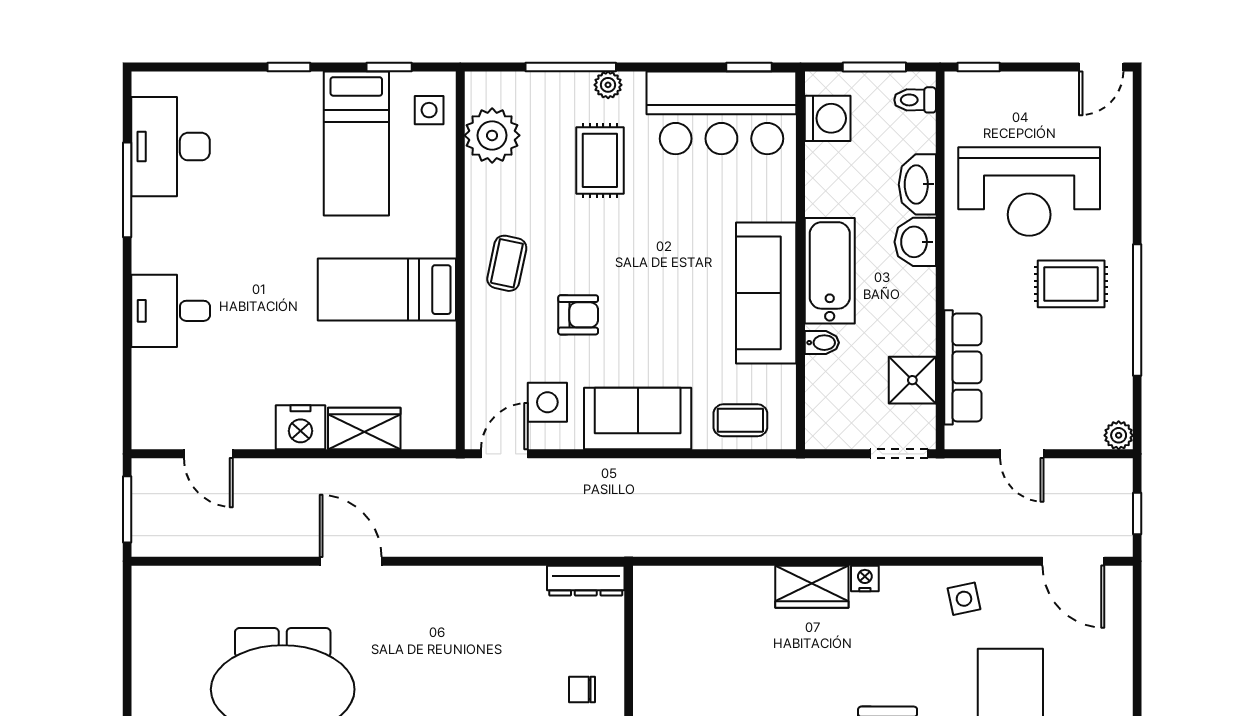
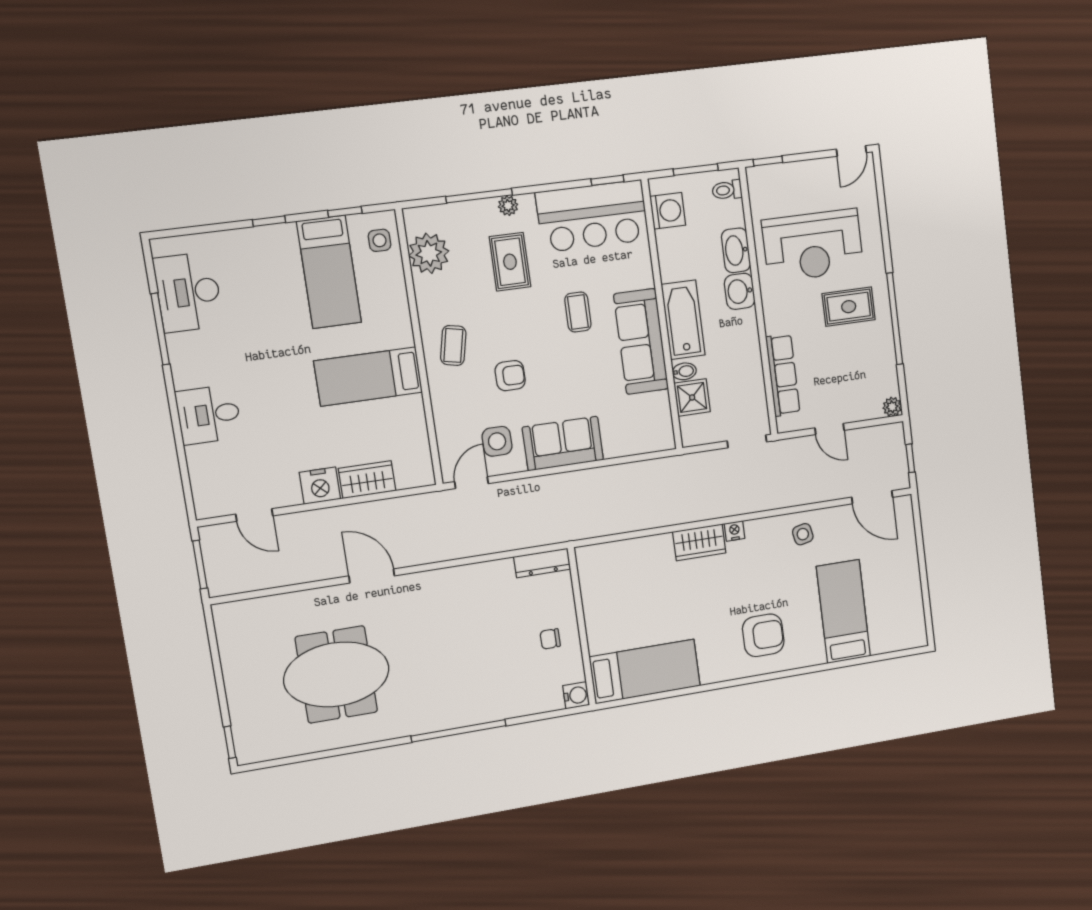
shower: (912, 380) -> (692, 397), moved
coffee table: (740, 420) -> (578, 312), moved, turned 90

